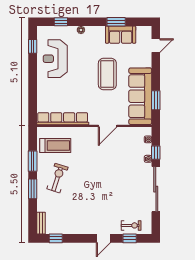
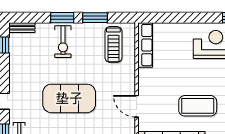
row of seats: (63, 119) -> (145, 45), width x0.73
exercise bike: (57, 178) -> (63, 42), moved, turned 72
exercise mat: (101, 183) -> (69, 98), added

